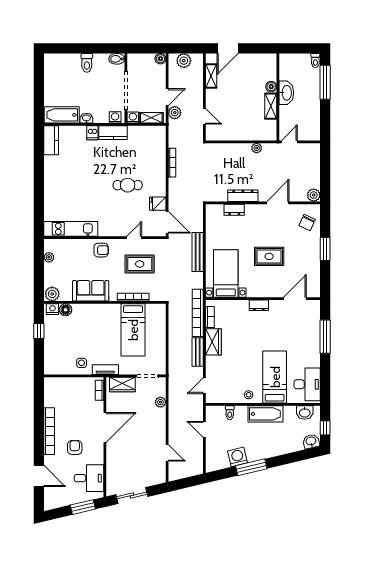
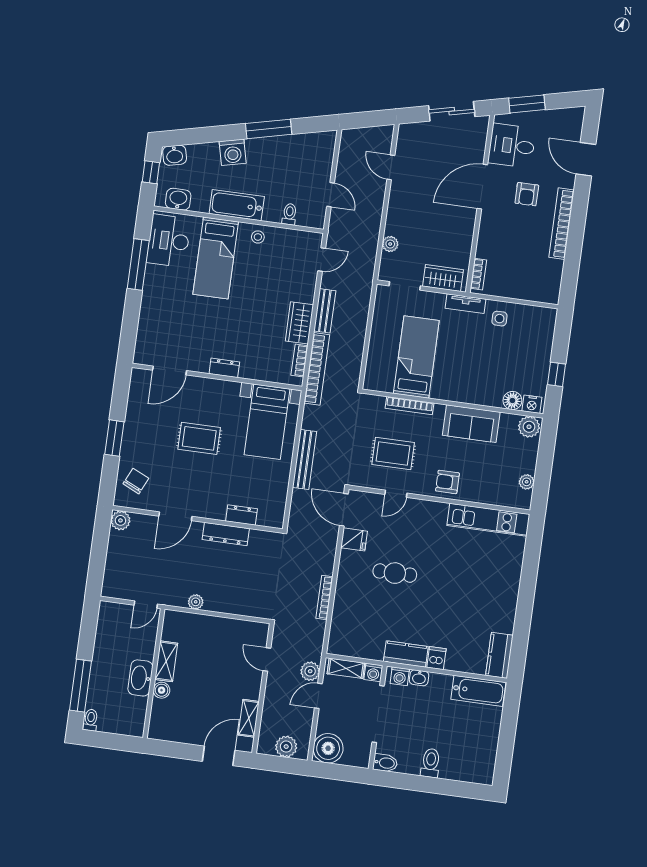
boiler: (160, 59) -> (328, 748), width x1.86, depth x1.86
washbasin: (86, 118) -> (419, 678), moved
window: (325, 337) -> (138, 264), moved
door: (105, 428) -> (482, 187), moved
washing machine: (238, 457) -> (233, 152), moved

